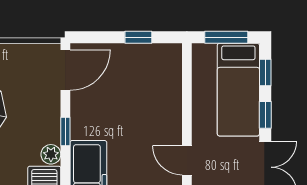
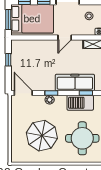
bed: (238, 90) -> (32, 19), width x1.50
plant: (51, 154) -> (50, 100), moved

